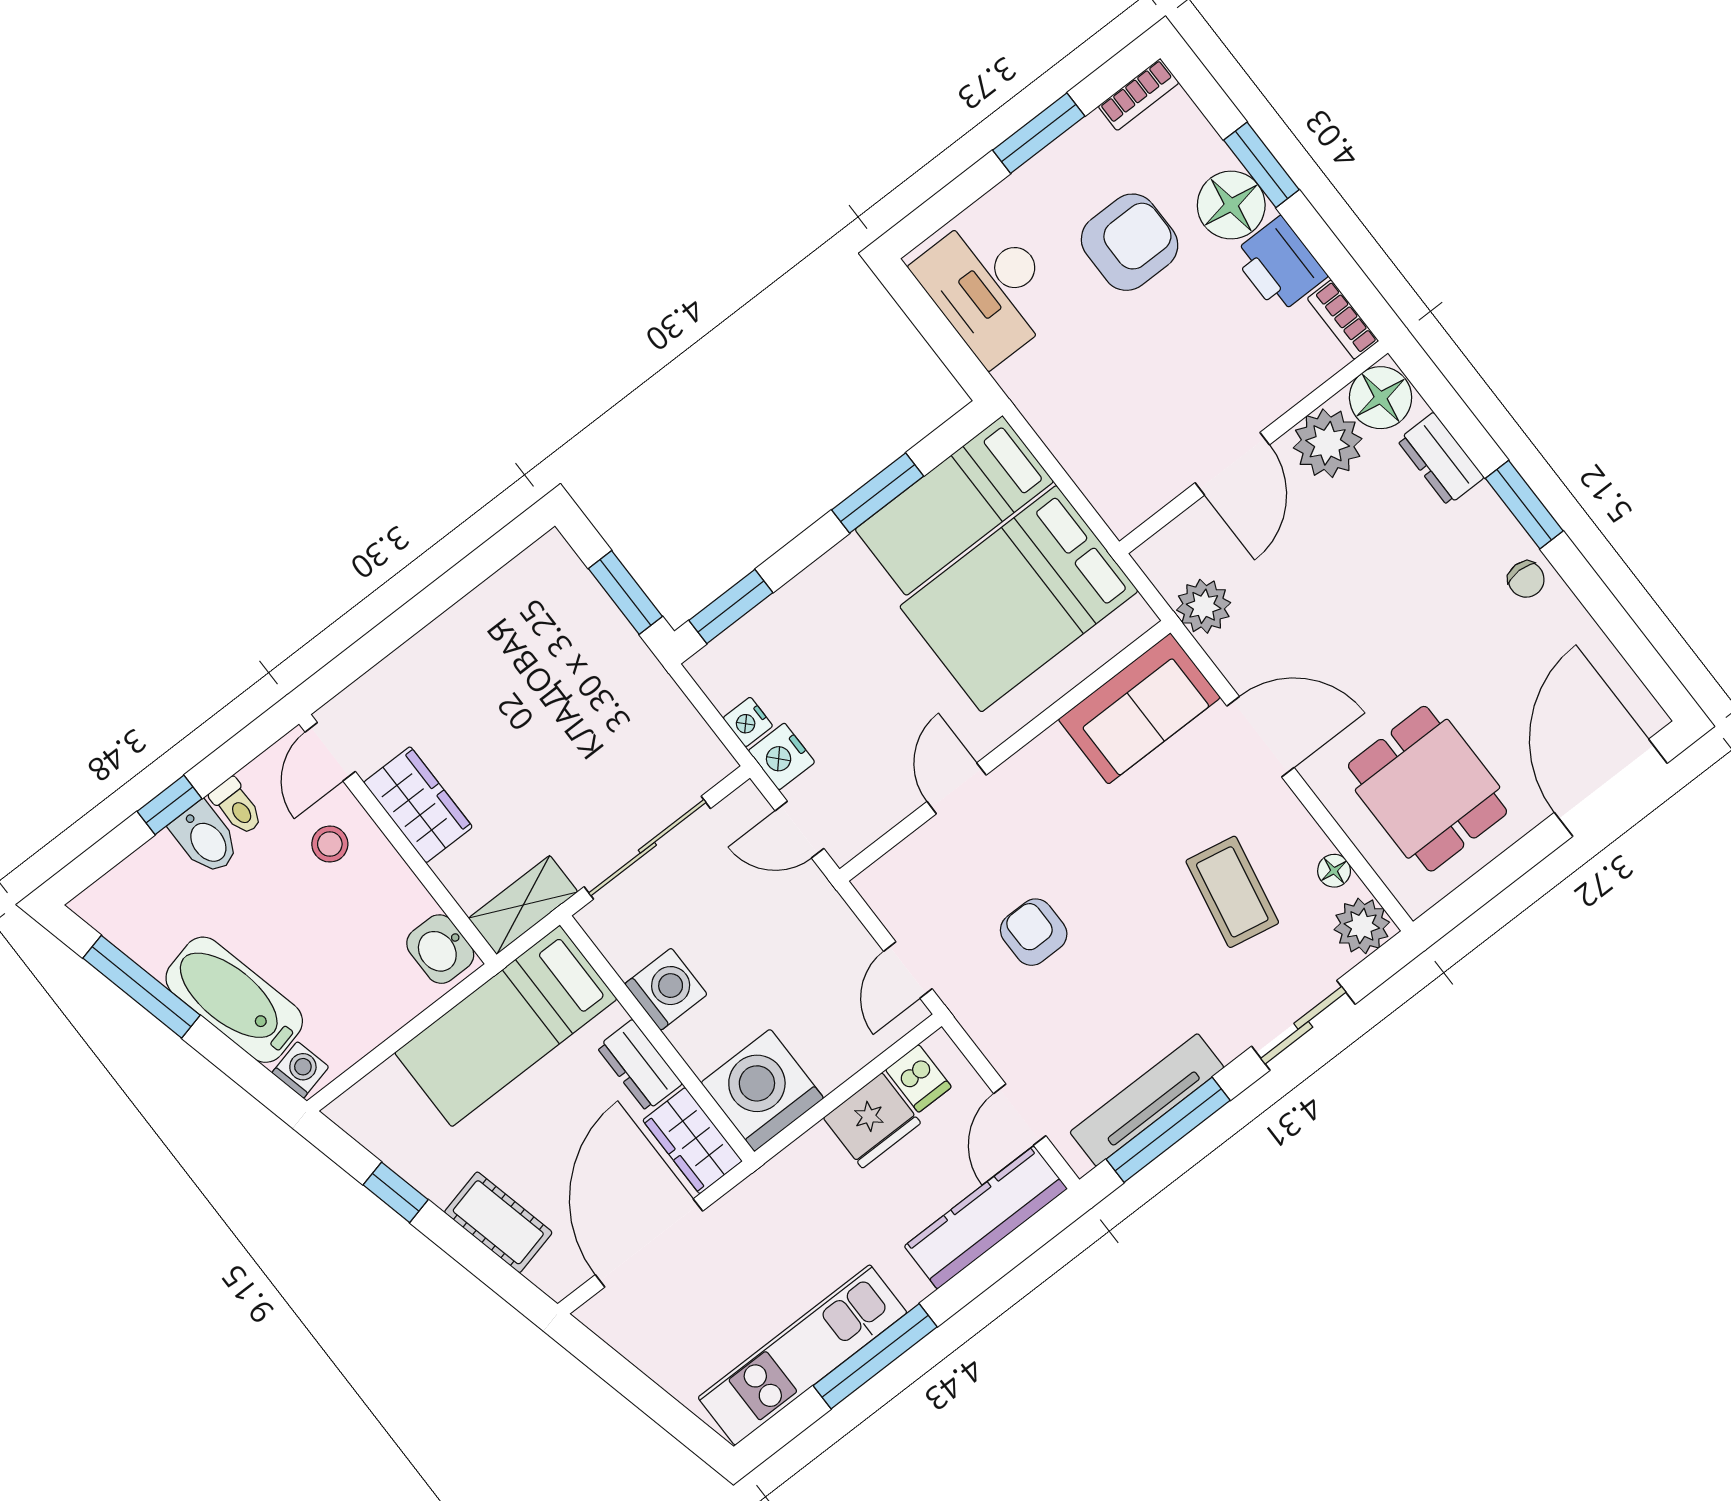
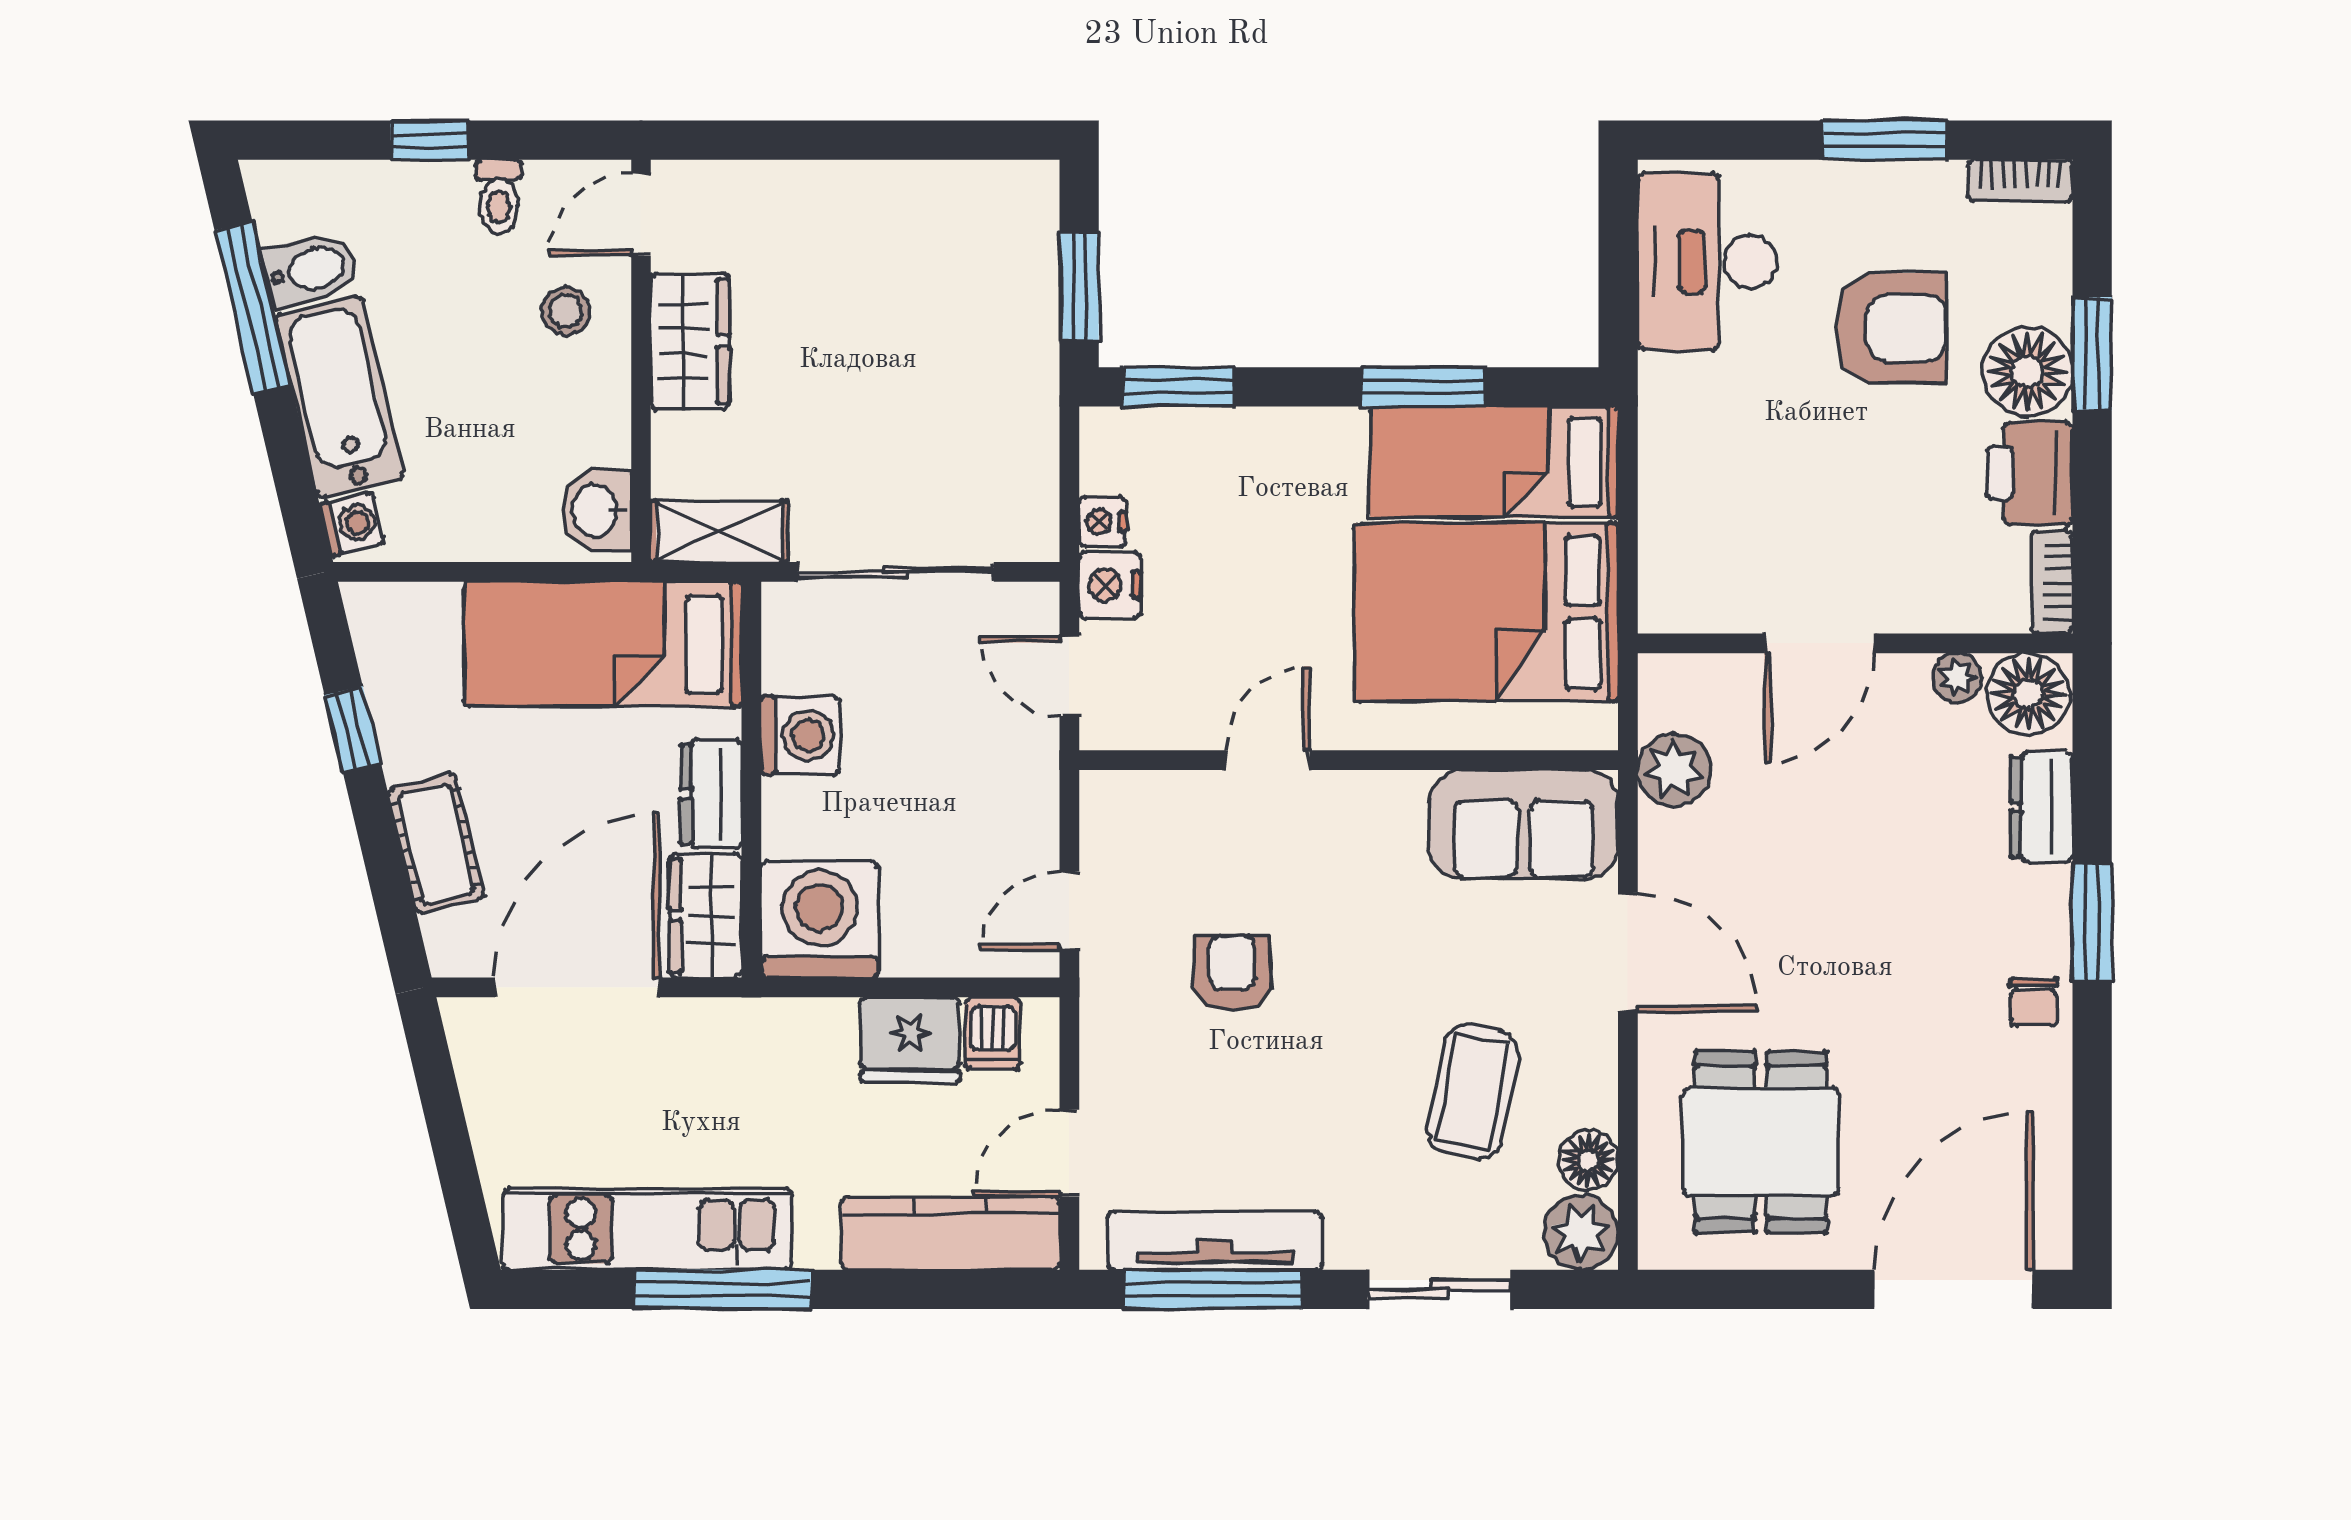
plant: (1328, 443) -> (1957, 678), width x0.53, depth x0.53
bidet: (205, 839) -> (310, 270), moved, turned -103
floor lamp: (1334, 871) -> (1588, 1160), width x1.37, depth x1.37

